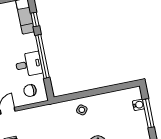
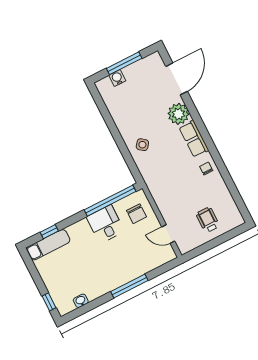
window: (42, 56) -> (110, 201), moved

